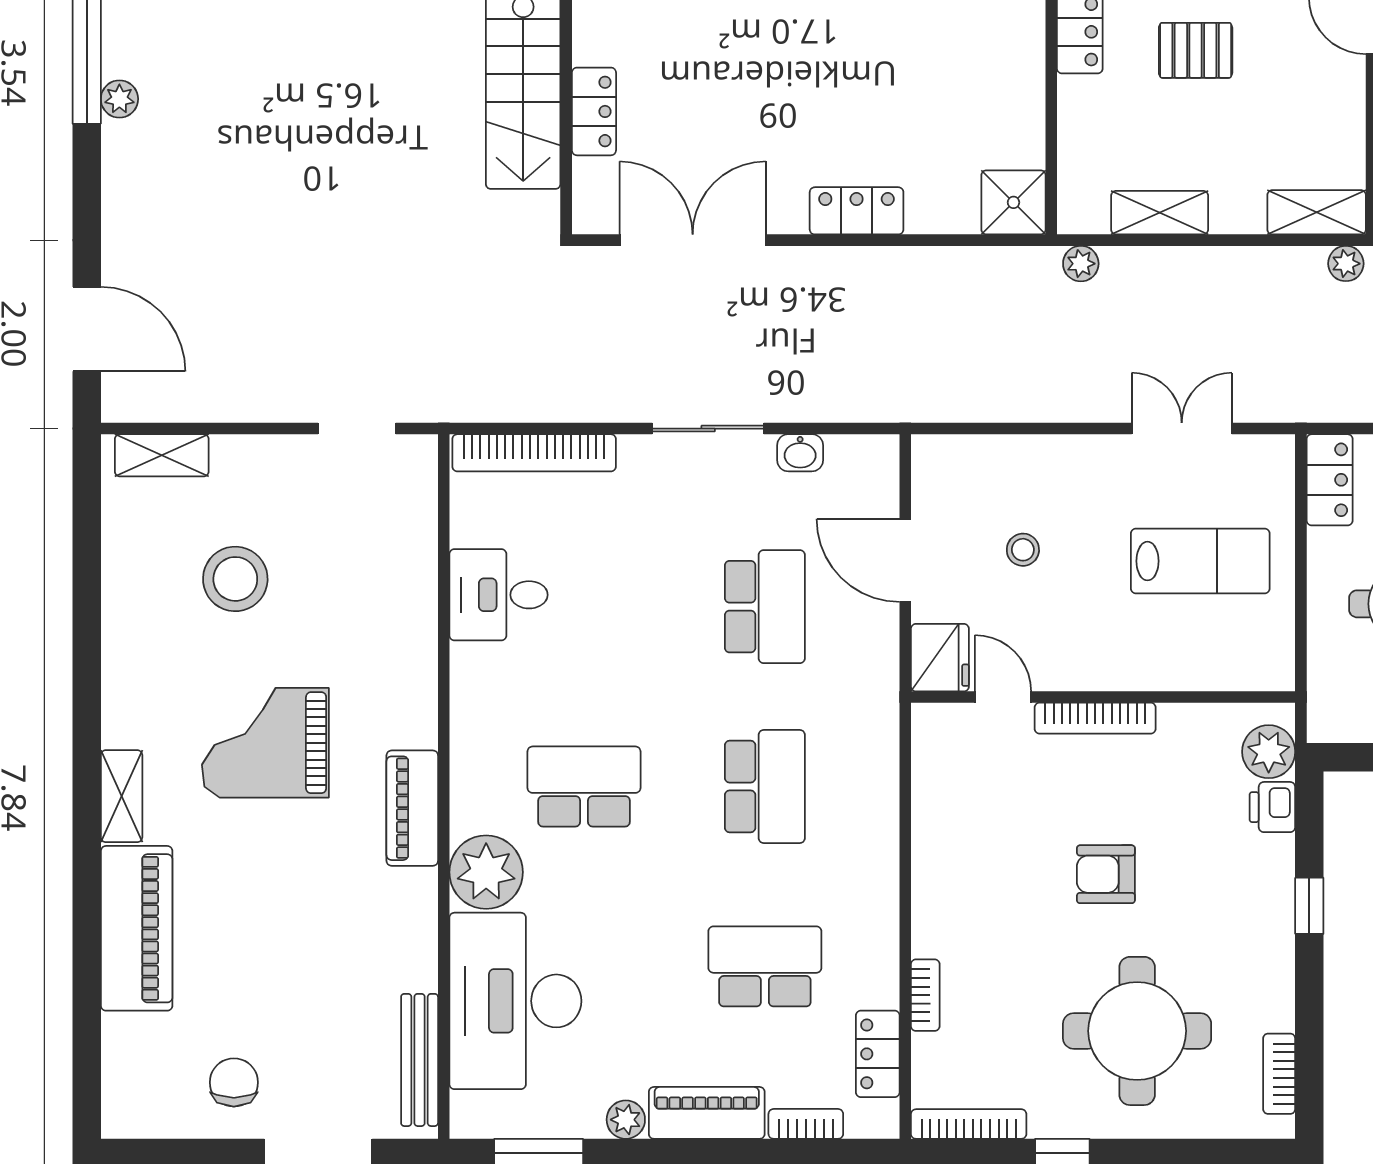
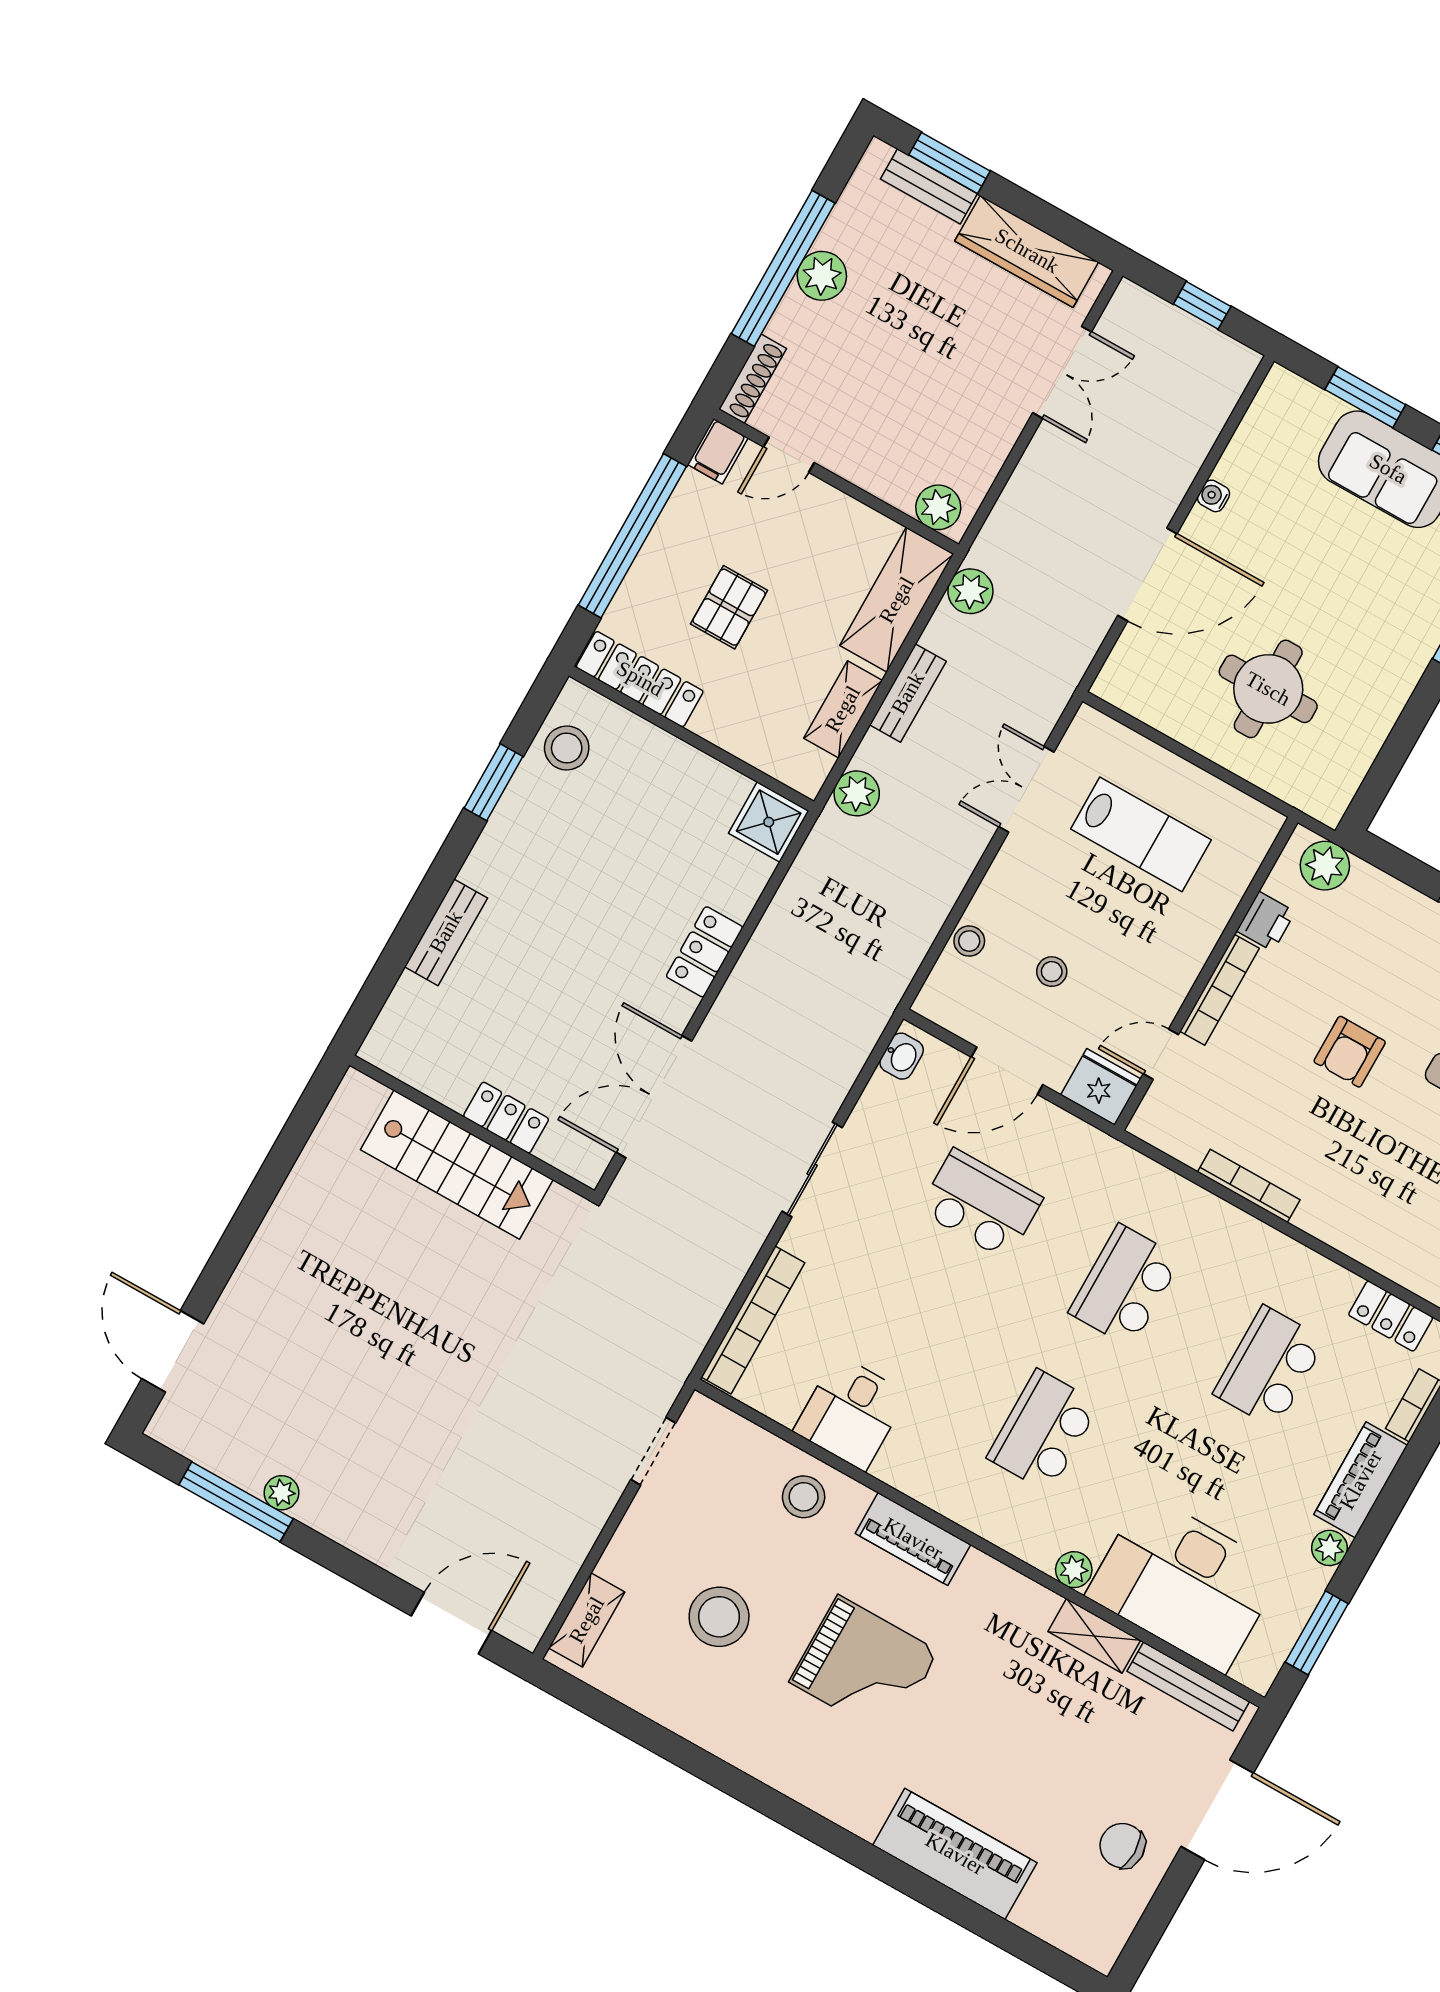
shelving: (1317, 212) -> (897, 600), width x1.50, depth x1.33
plant: (1081, 264) -> (857, 793), width x1.38, depth x1.38
plant: (1346, 264) -> (970, 591), width x1.38, depth x1.38
bench: (1210, 265) -> (908, 693), added
washbasin: (800, 453) -> (902, 1056), moved
stool: (1008, 455) -> (969, 941), added
locker: (1330, 480) -> (1134, 694), removed
lab bench: (1200, 561) -> (1141, 834), turned 90
stool: (394, 595) -> (804, 1497), added
grand piano: (265, 743) -> (864, 1667), turned -90
school desk: (765, 787) -> (1125, 1286), turned -90
shelving: (122, 796) -> (1094, 1636), moved
printer: (1272, 807) -> (1266, 921), moved, turned -90
piano: (412, 808) -> (913, 1539), moved
plant: (486, 872) -> (1074, 1570), width x0.53, depth x0.53
bookcase: (925, 995) -> (1249, 1186), moved, width x1.56

